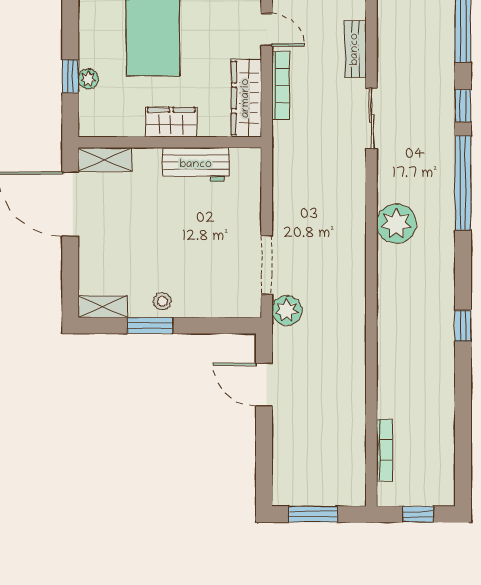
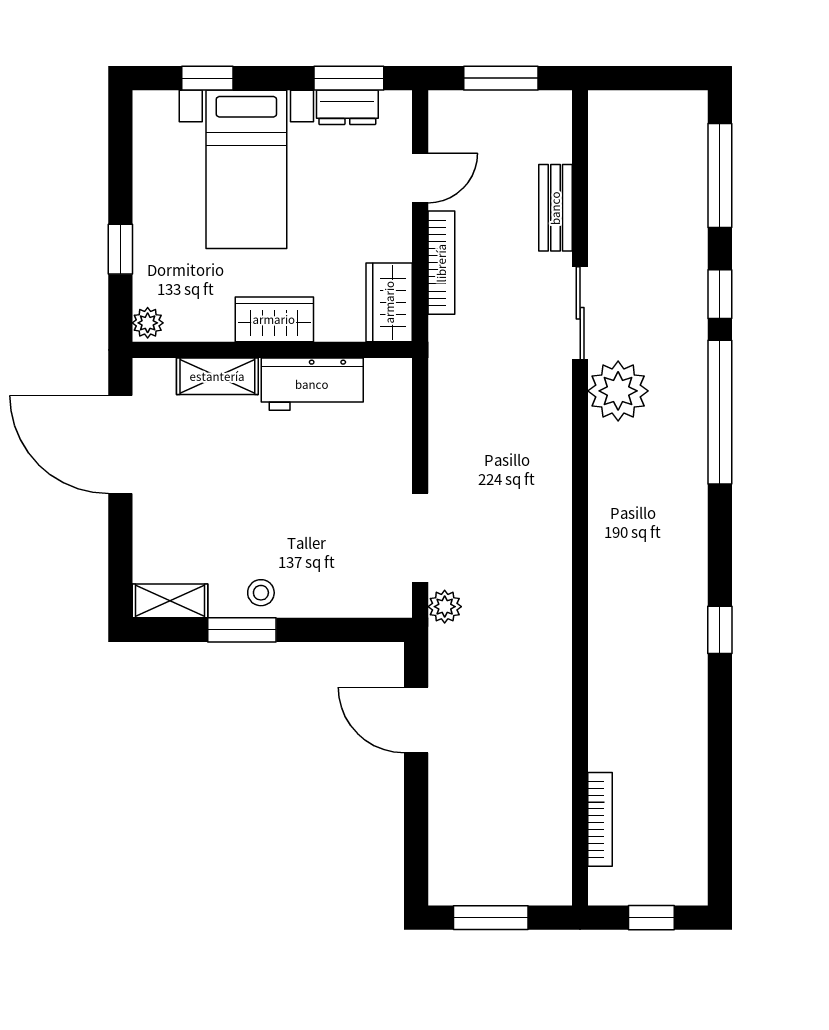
door: (267, 30) -> (420, 178), hinge flipped
plant: (88, 79) -> (148, 323), moved
wardrobe: (246, 98) -> (389, 302), width x0.67
shelving: (105, 160) -> (217, 376), moved
plant: (396, 224) -> (618, 391), moved
plant: (287, 310) -> (445, 607), width x0.73, depth x0.73

